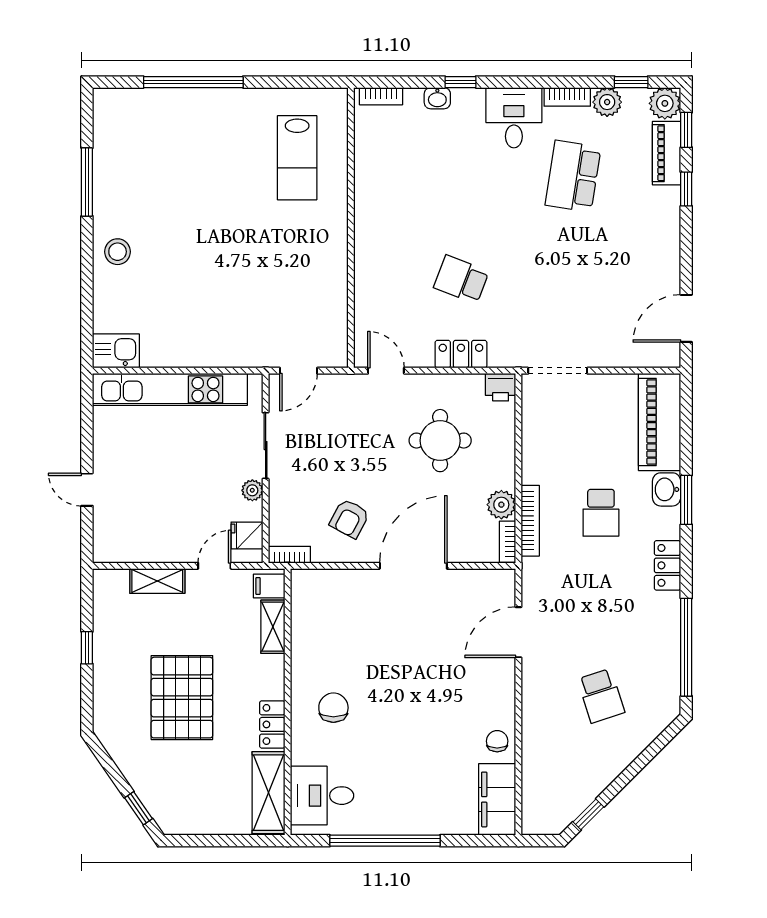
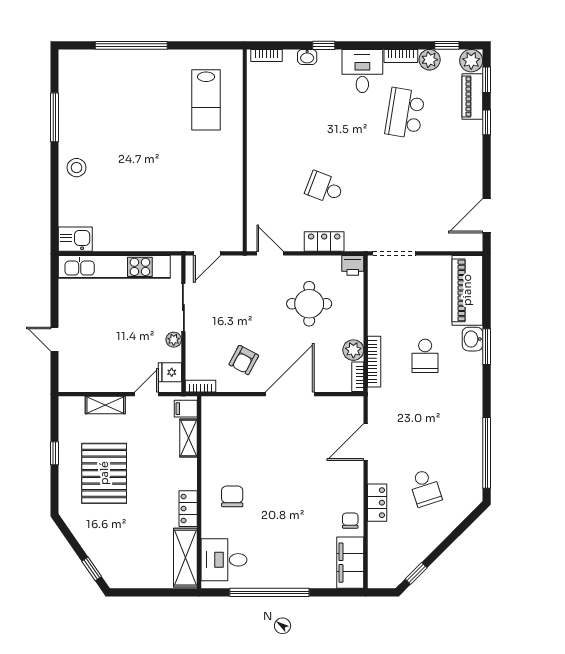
locker: (667, 565) -> (377, 503), moved, turned 180
pallet: (182, 698) -> (104, 473), moved

